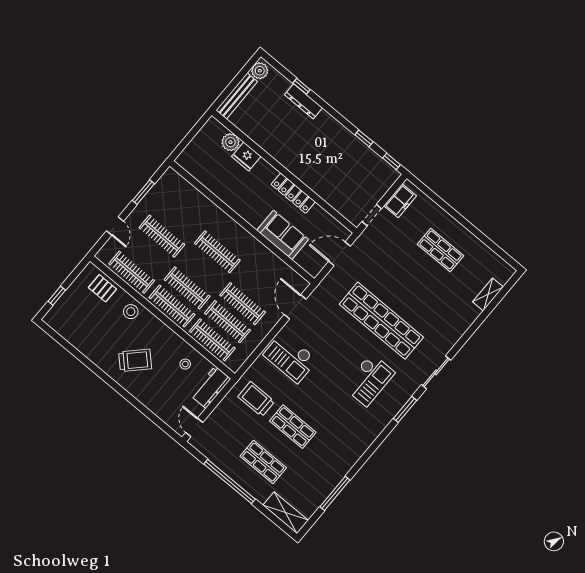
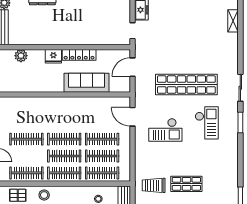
fridge: (246, 156) -> (53, 56), moved
sofa: (283, 235) -> (86, 83), width x1.36
shop shelf: (440, 250) -> (186, 18), removed
clothes rail: (217, 252) -> (64, 139), moved
checkout: (290, 357) -> (165, 130), moved

